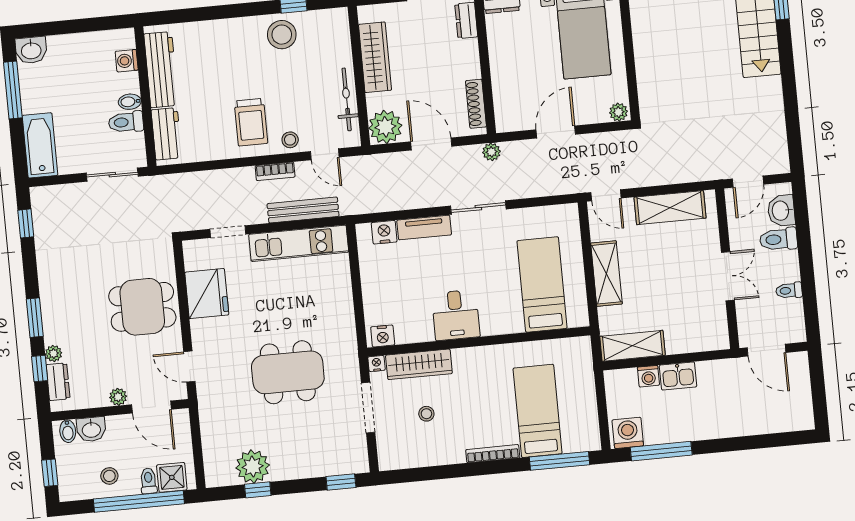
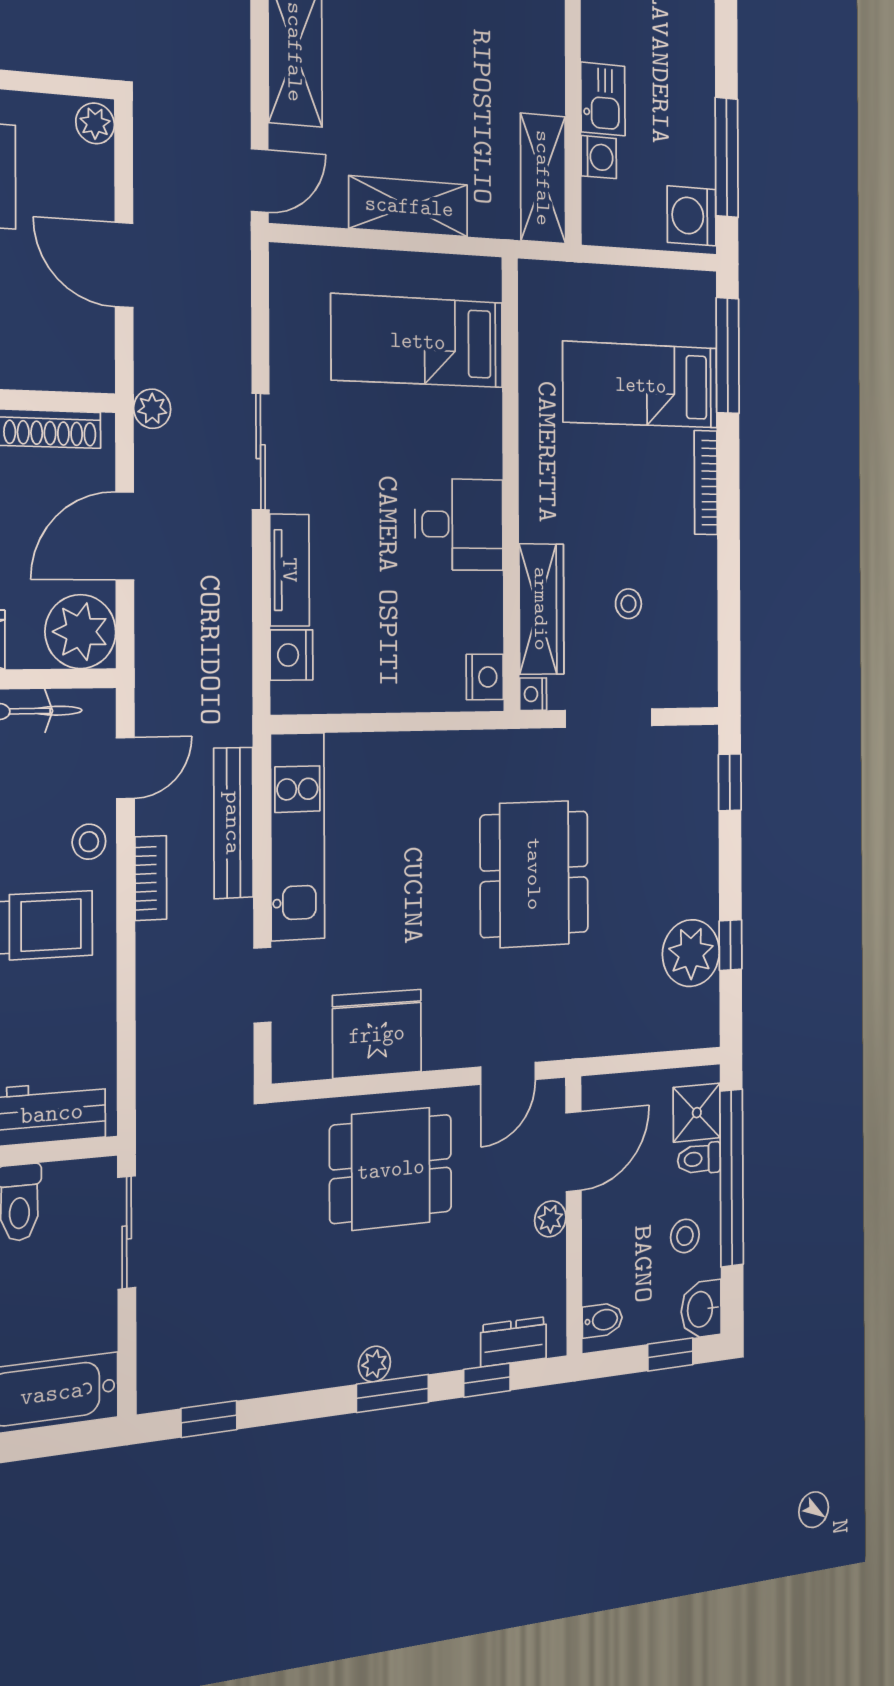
dining table: (142, 307) -> (391, 1169), turned 90
plant: (54, 353) -> (374, 1364), moved
washbasin: (91, 429) -> (701, 1309), moved, turned 180

